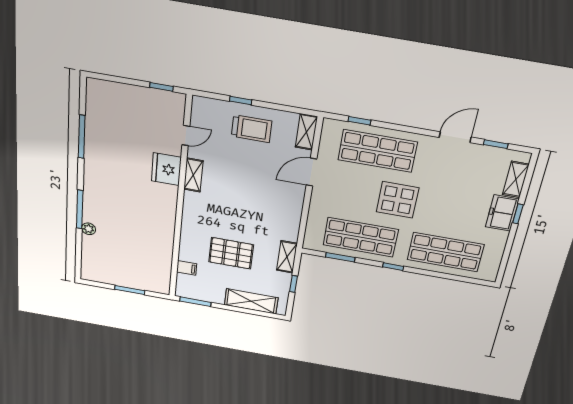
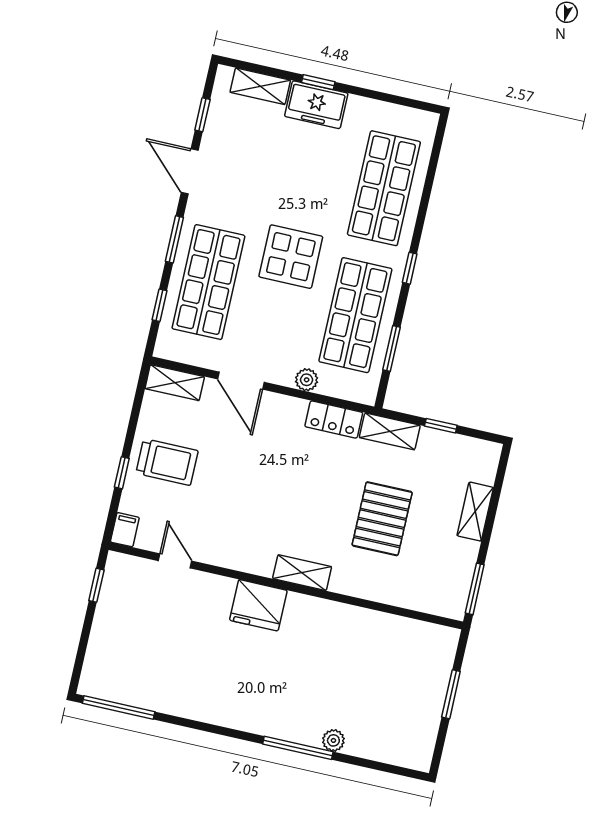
trolley: (252, 129) -> (167, 462), turned 90
window: (406, 129) -> (174, 239), added
window: (82, 137) -> (119, 707), moved
fridge: (166, 169) -> (258, 605), moved
shelving: (193, 175) -> (302, 573), moved
plant: (316, 210) -> (307, 380), added
locker: (291, 226) -> (334, 419), added
filing cabinet: (187, 268) -> (125, 530), moved
shelving: (251, 301) -> (475, 512), width x0.67, depth x0.75

